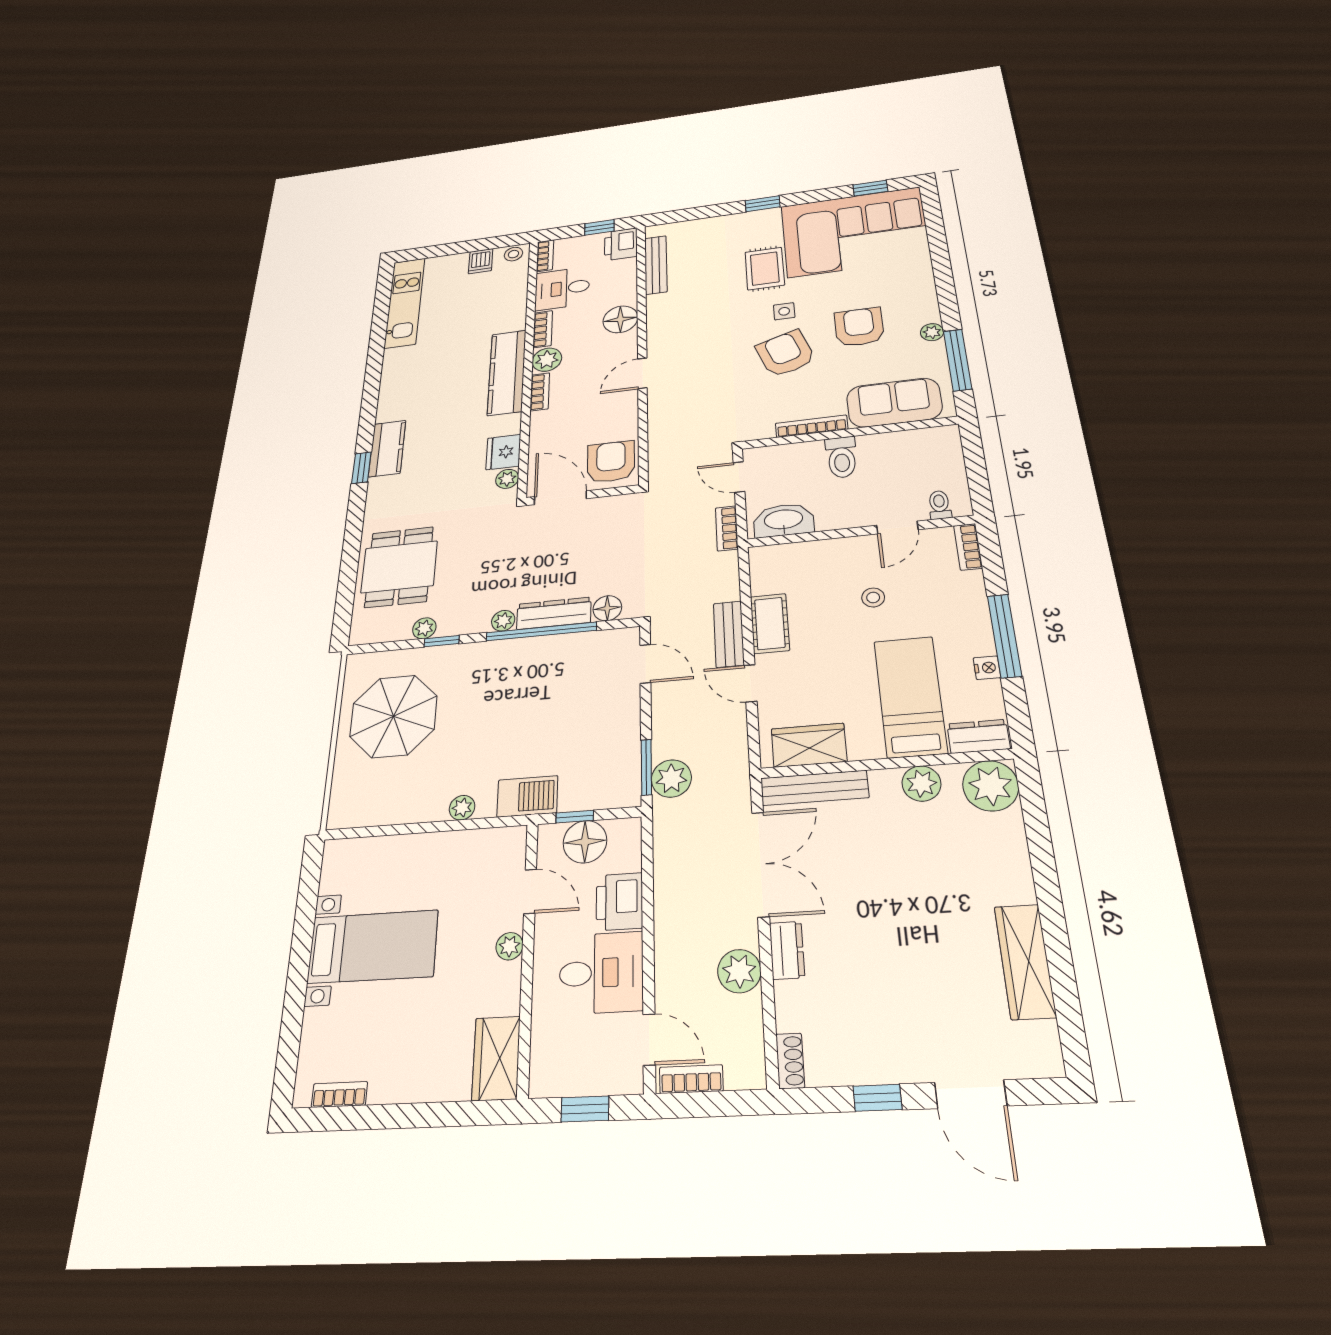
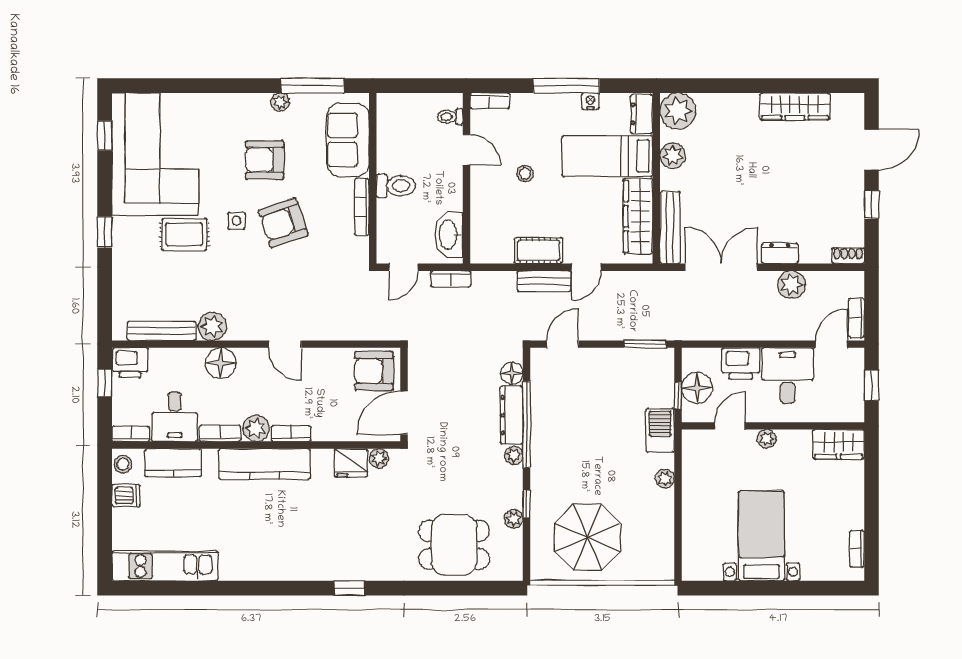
kitchen counter: (387, 448) -> (173, 463), moved, turned 180
wardrobe: (809, 745) -> (638, 216), width x1.50
plant: (671, 778) -> (212, 326), moved

